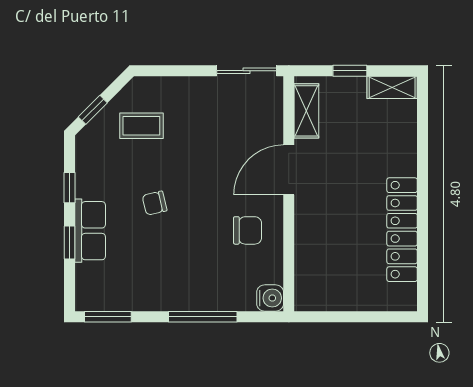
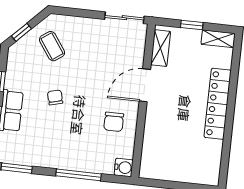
coffee table: (141, 126) -> (52, 46), turned 55
chair: (155, 203) -> (55, 97), turned 88
chair: (248, 230) -> (114, 122), turned 90
locker: (402, 230) -> (218, 104), moved

